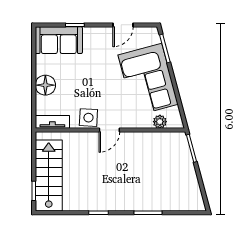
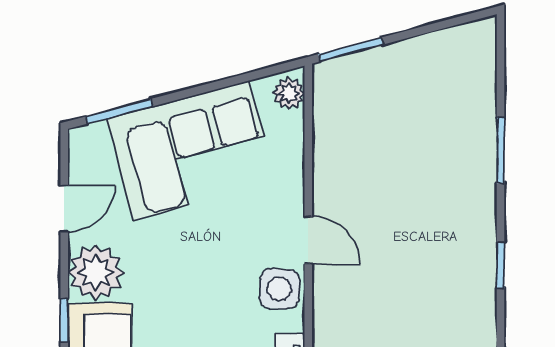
door: (123, 25) -> (64, 208), hinge flipped
plant: (96, 39) -> (96, 272), added
plant: (160, 122) -> (289, 93), moved

